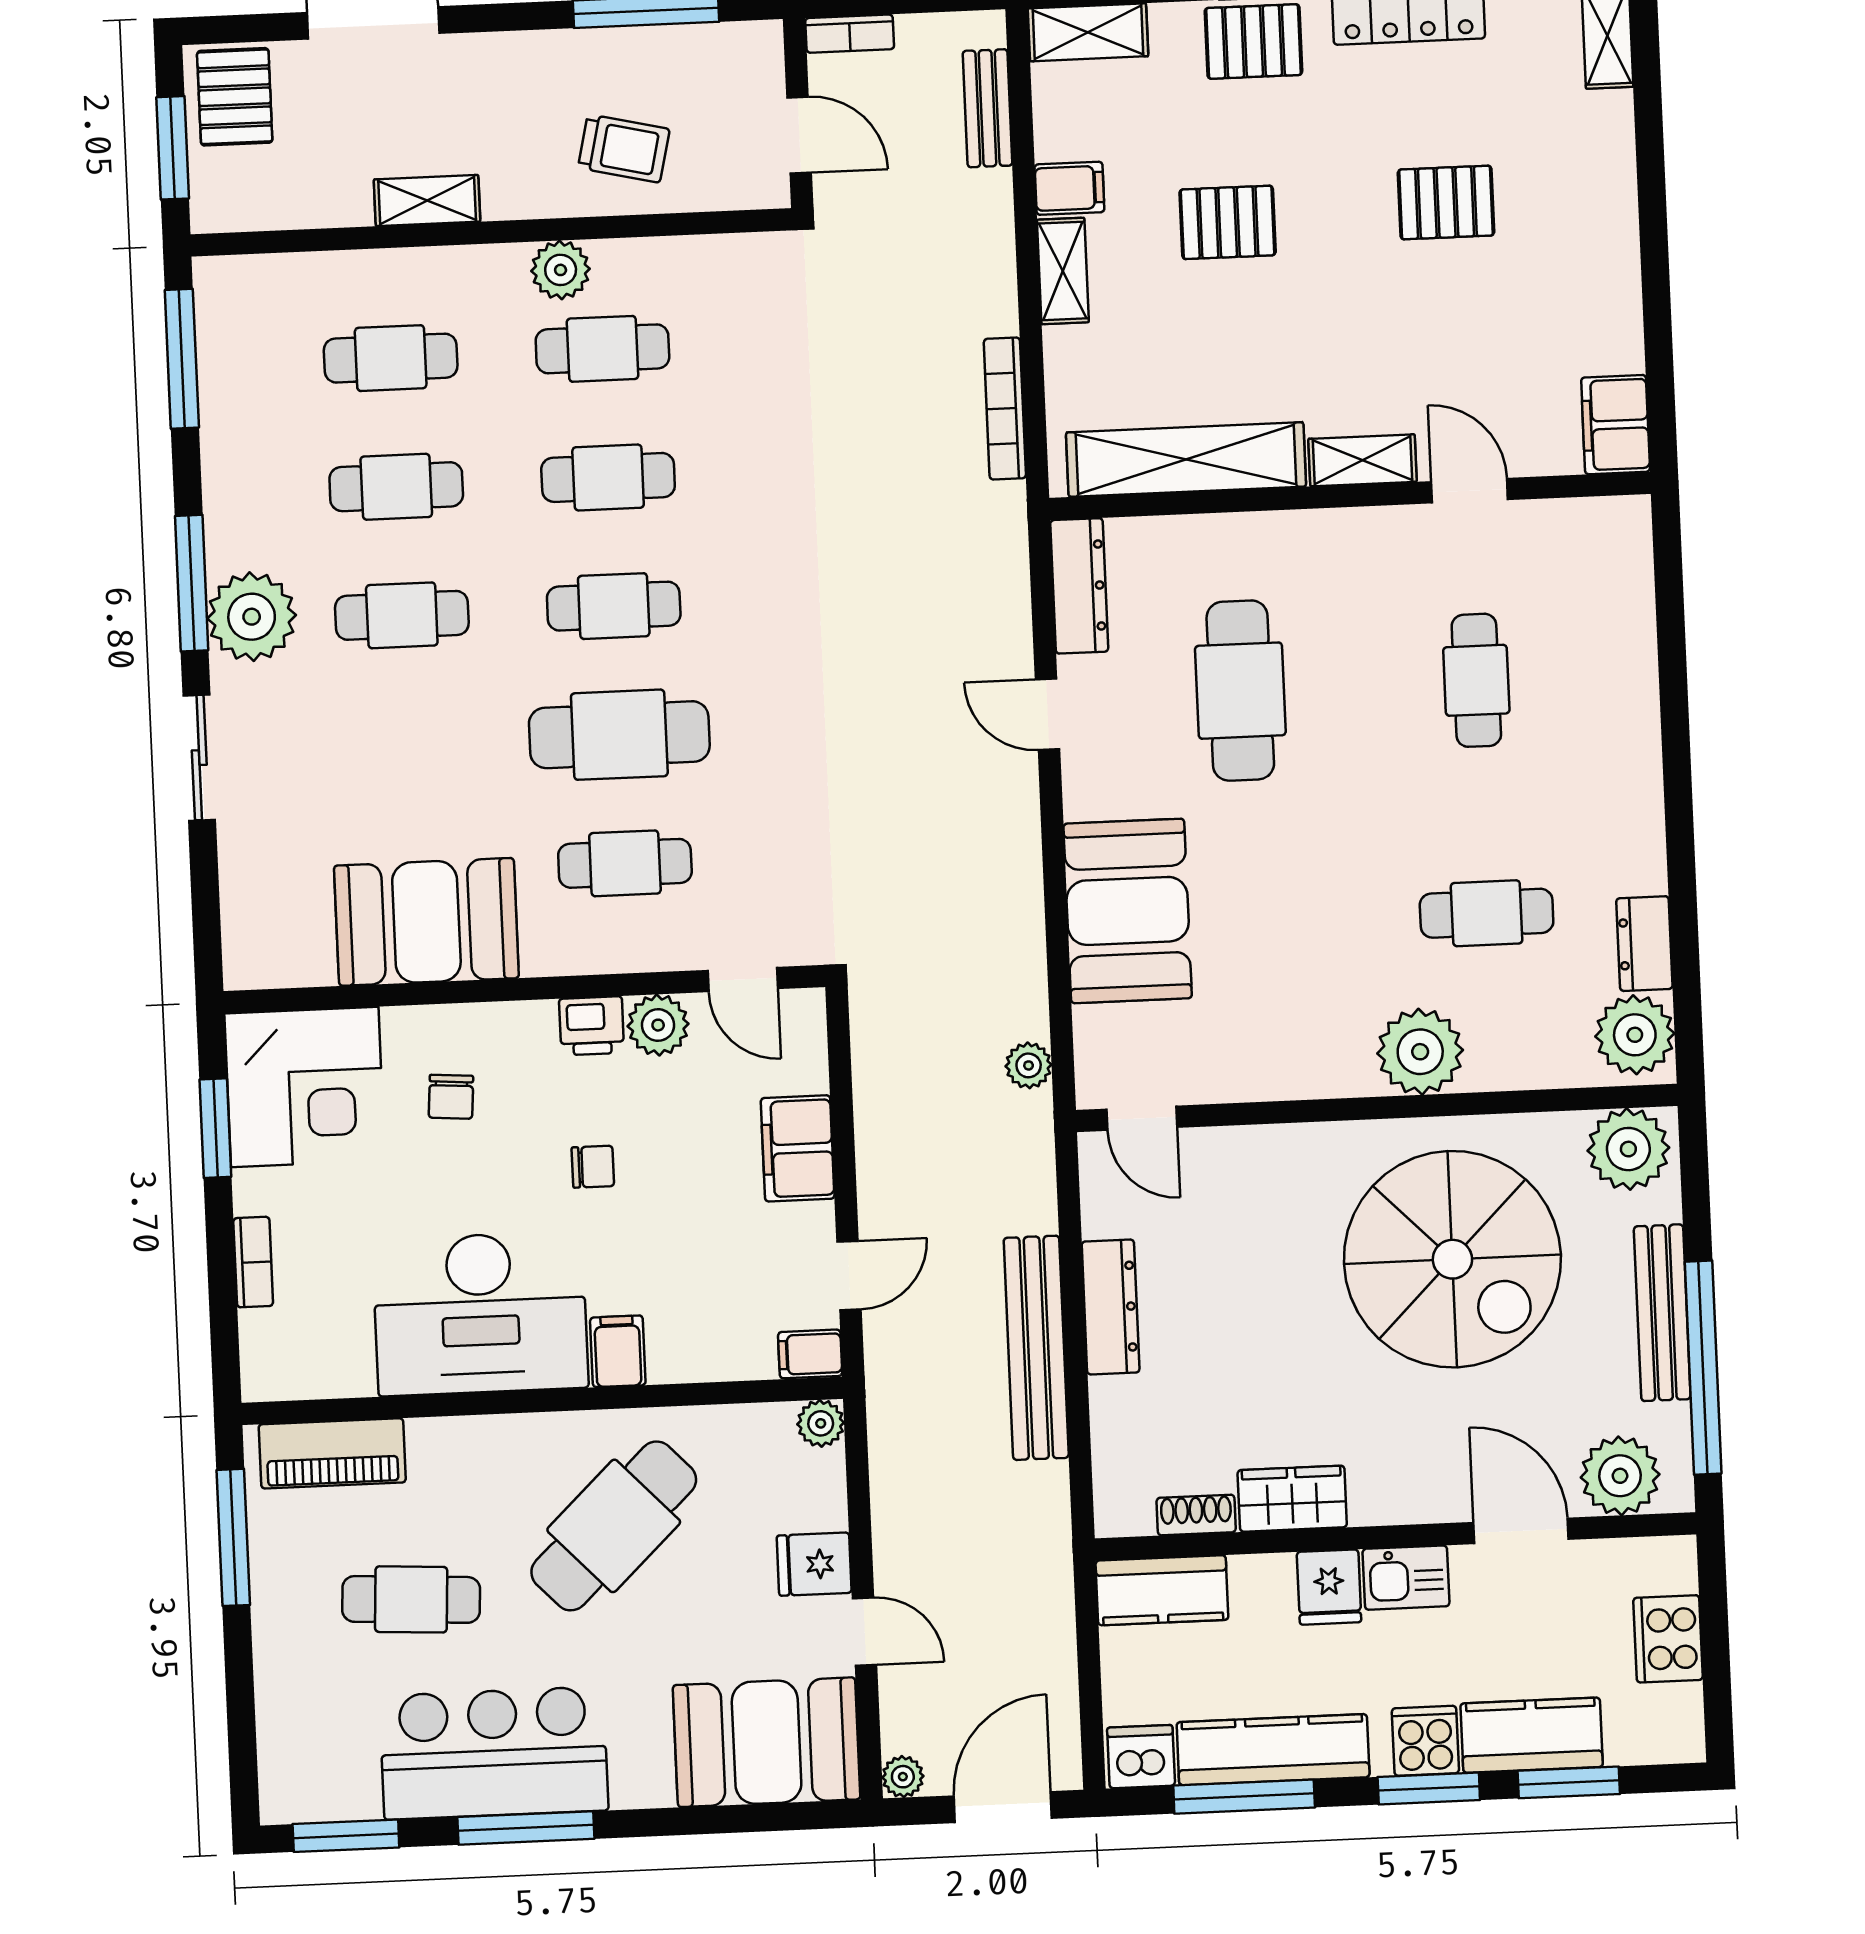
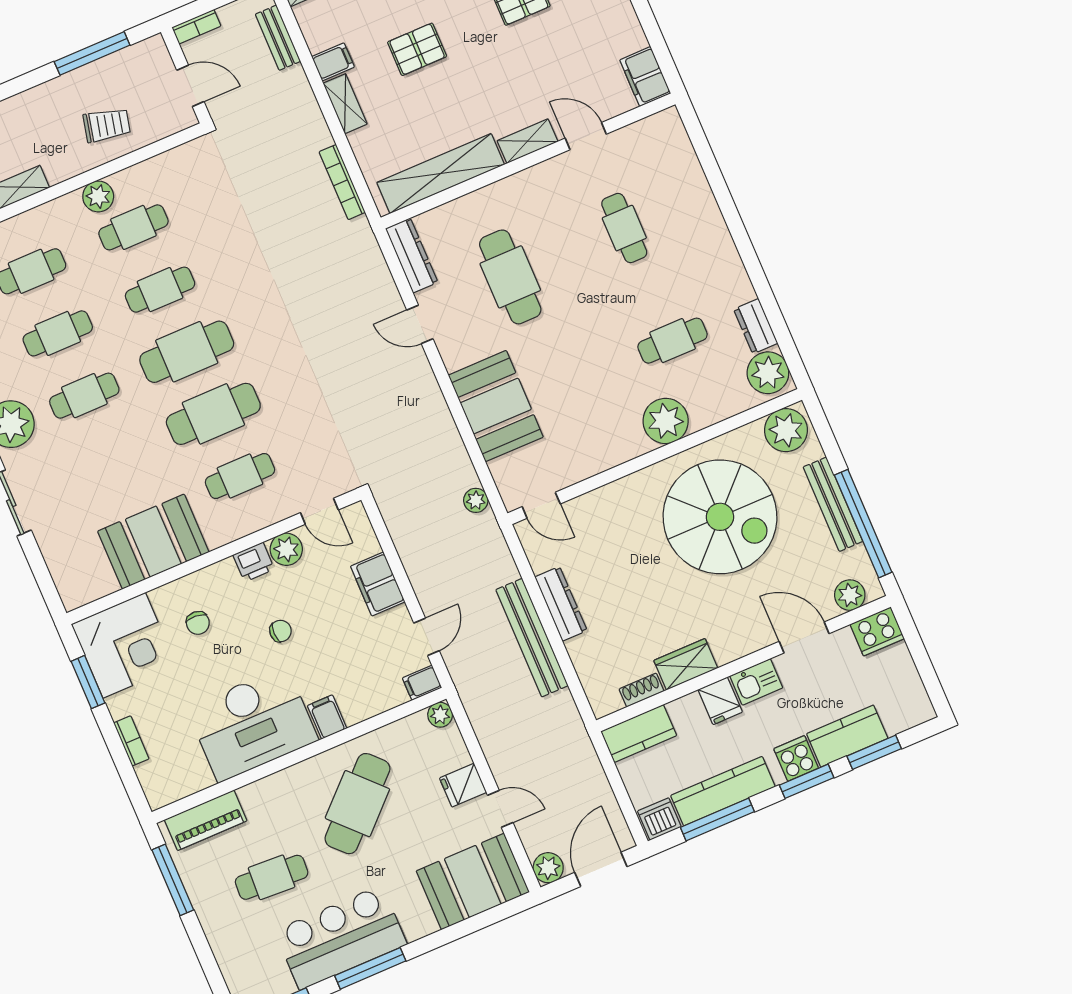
cafe table: (614, 606) -> (187, 352), width x1.37, depth x1.35
plant: (1620, 1476) -> (850, 595), width x0.73, depth x0.73
cooker: (1668, 1639) -> (877, 631), moved, turned -90
plant: (903, 1777) -> (548, 868), width x1.38, depth x1.38

